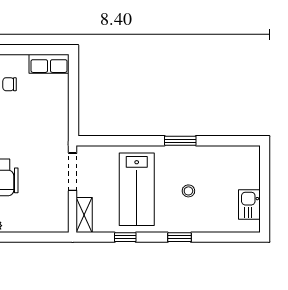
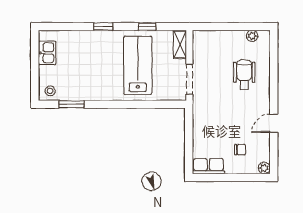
window: (180, 141) -> (72, 104), moved
stool: (188, 191) -> (50, 91), moved

